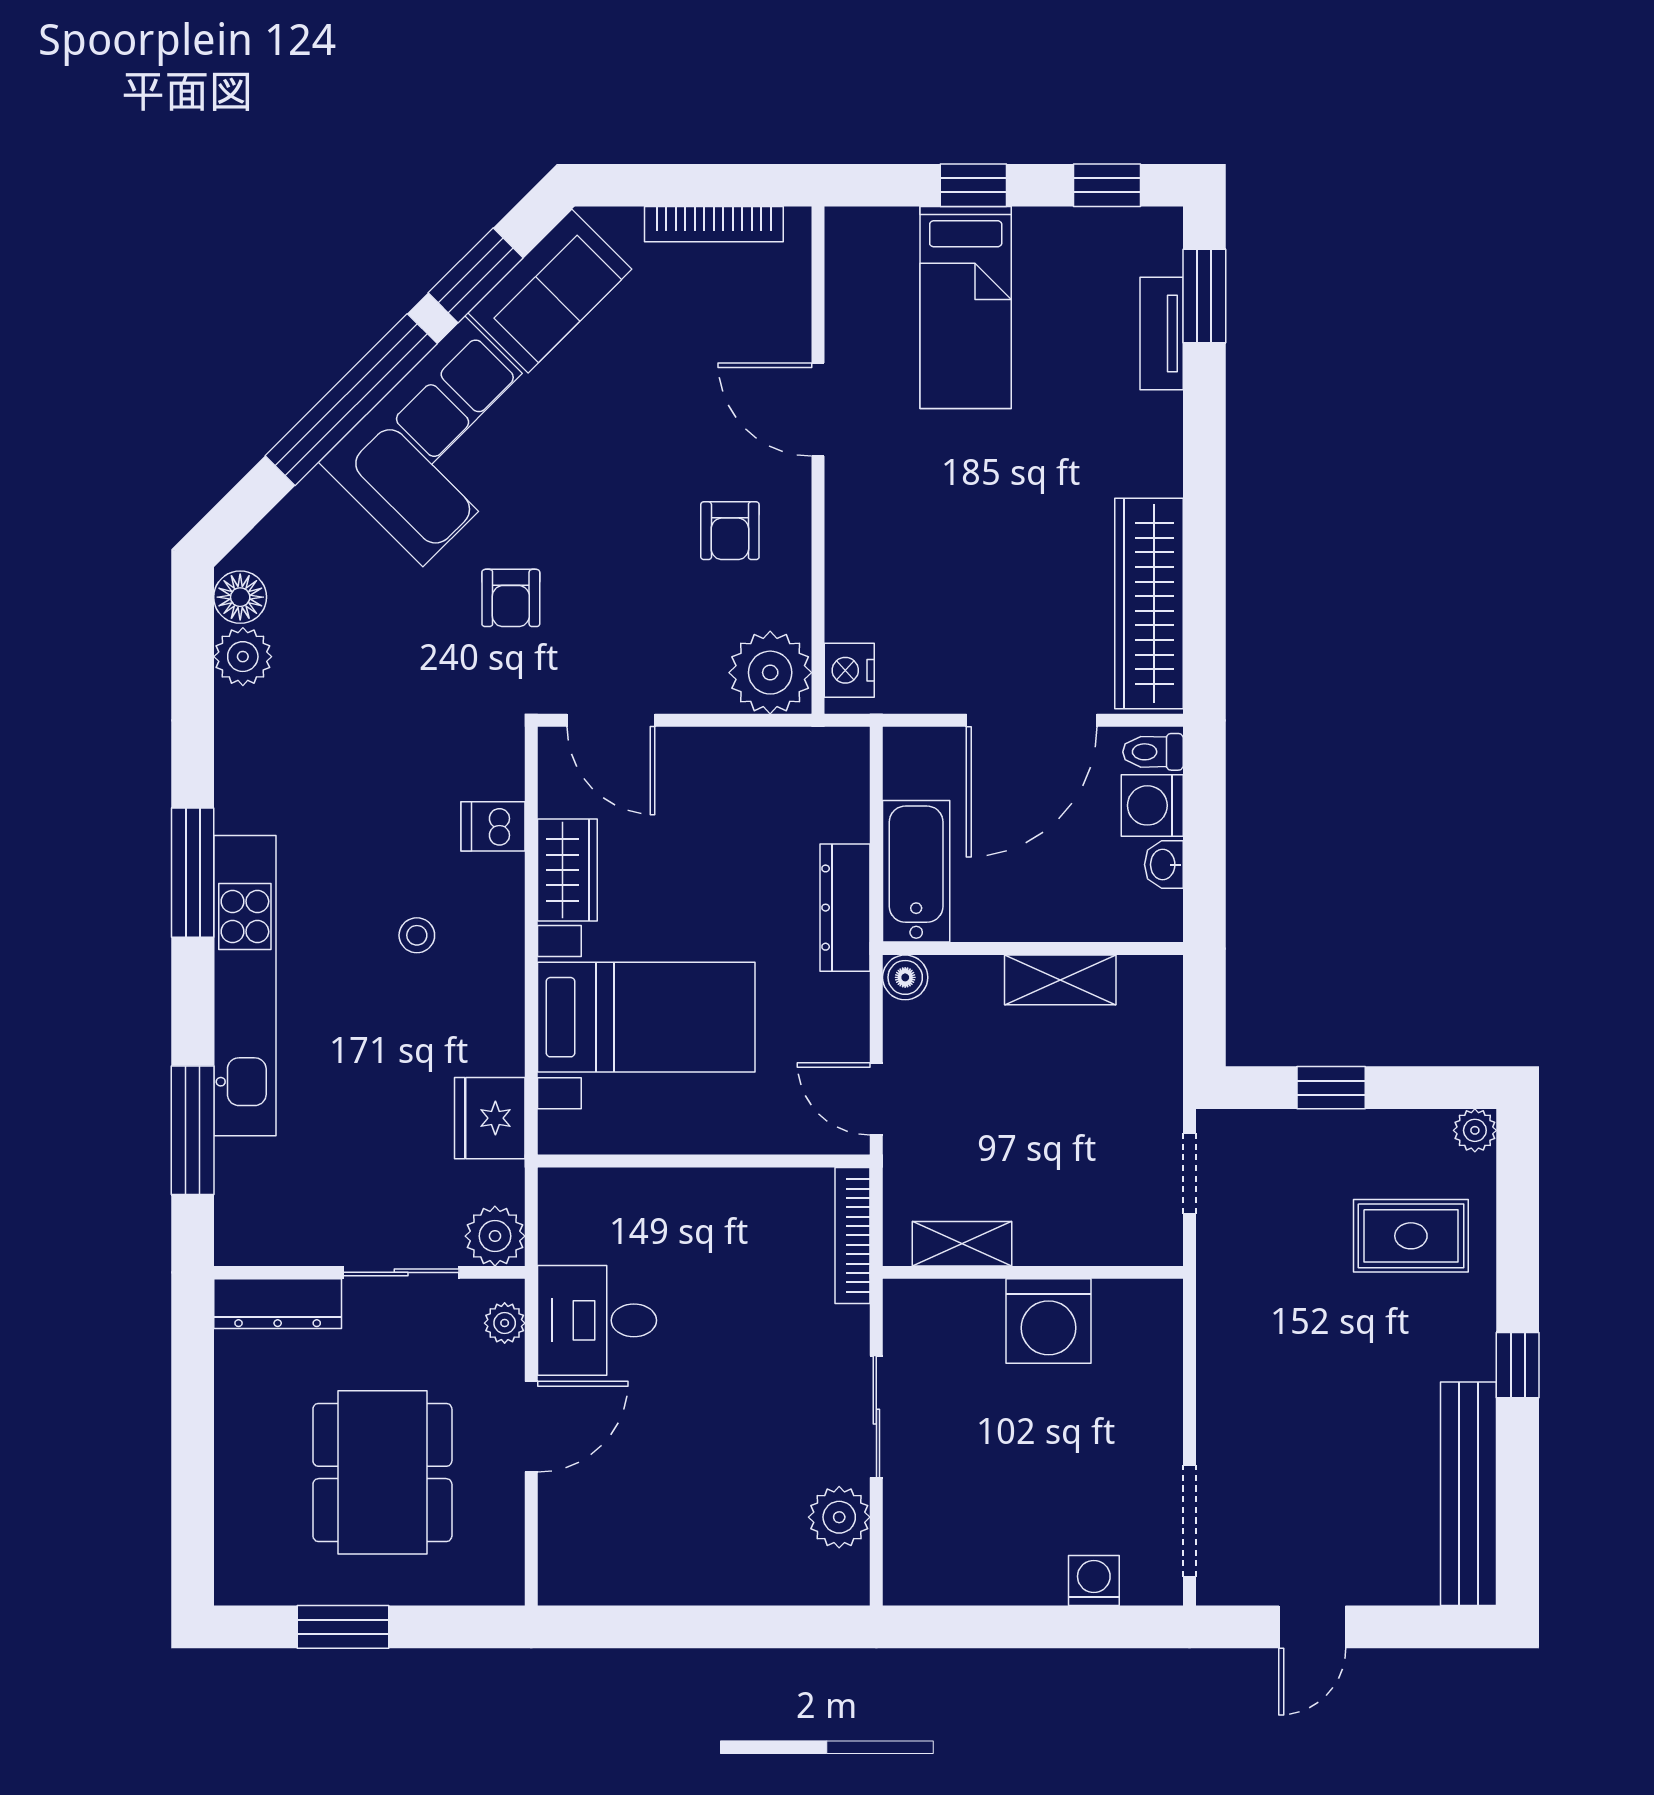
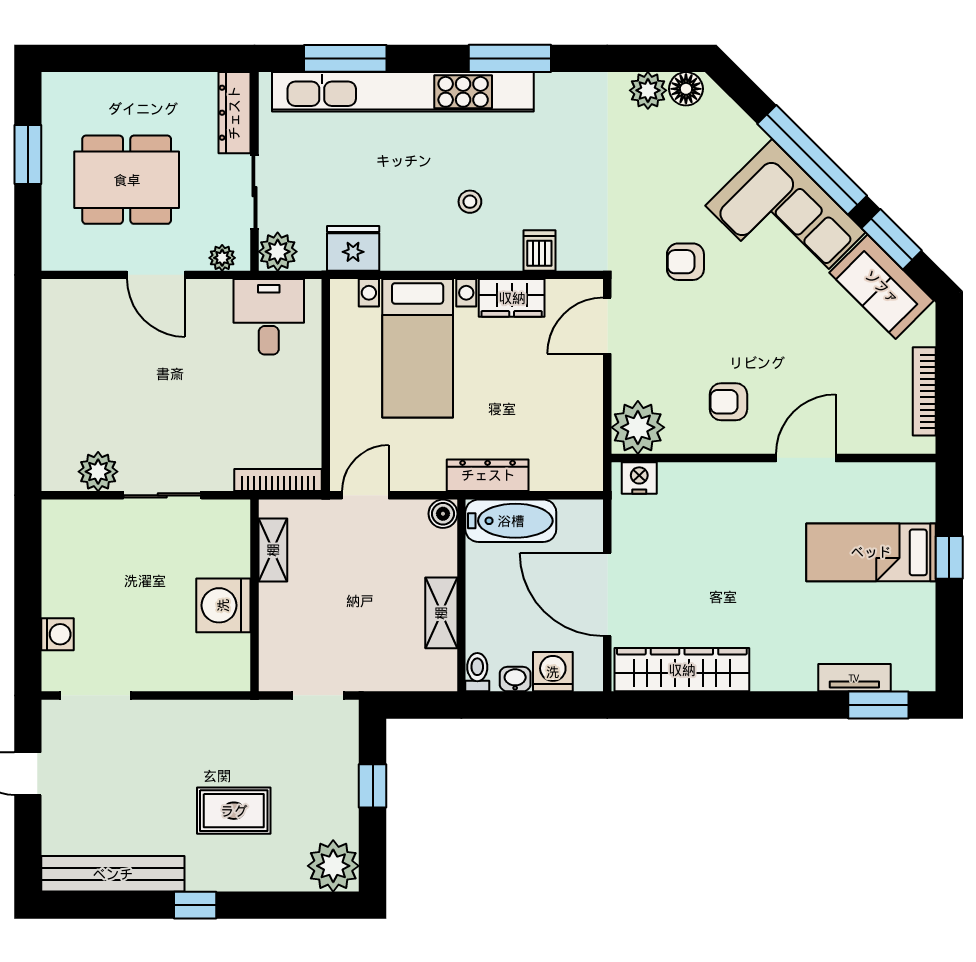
window: (1107, 185) -> (949, 643), removed
toilet: (1153, 752) -> (477, 672), moved
kitchen unit: (245, 986) -> (403, 92), width x1.36
plant: (1475, 1130) -> (333, 866), width x1.88, depth x1.88
rug: (1411, 1236) -> (234, 811), moved, turned 90
desk: (597, 1320) -> (269, 317), moved

